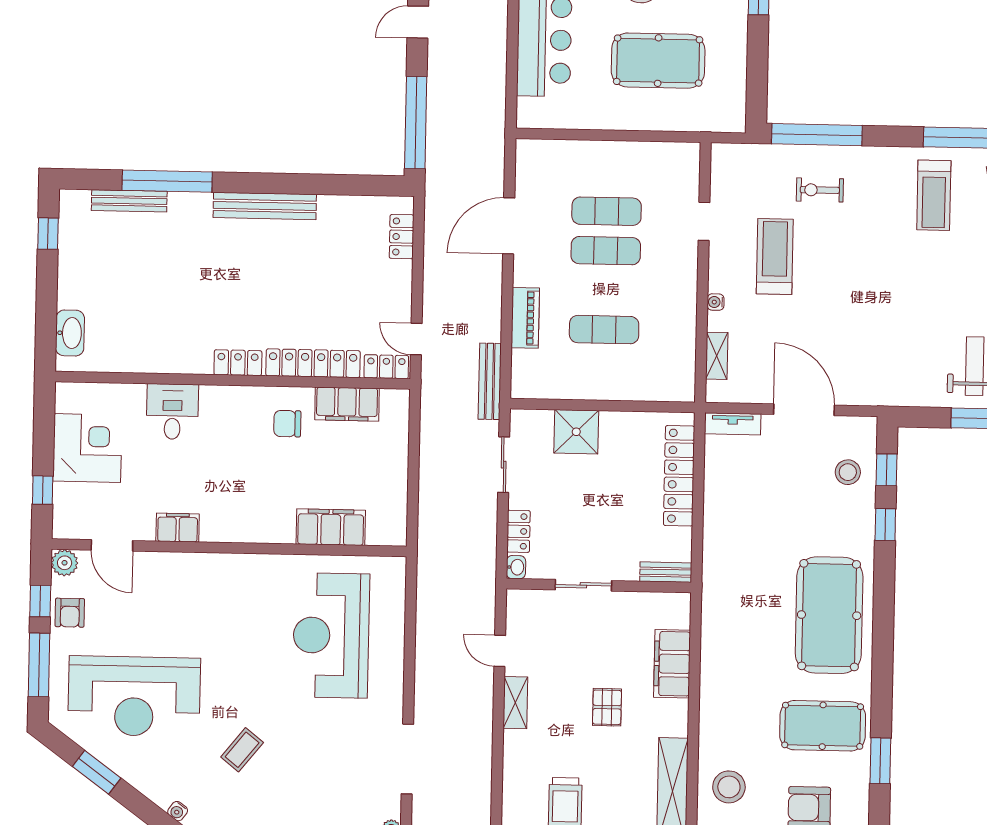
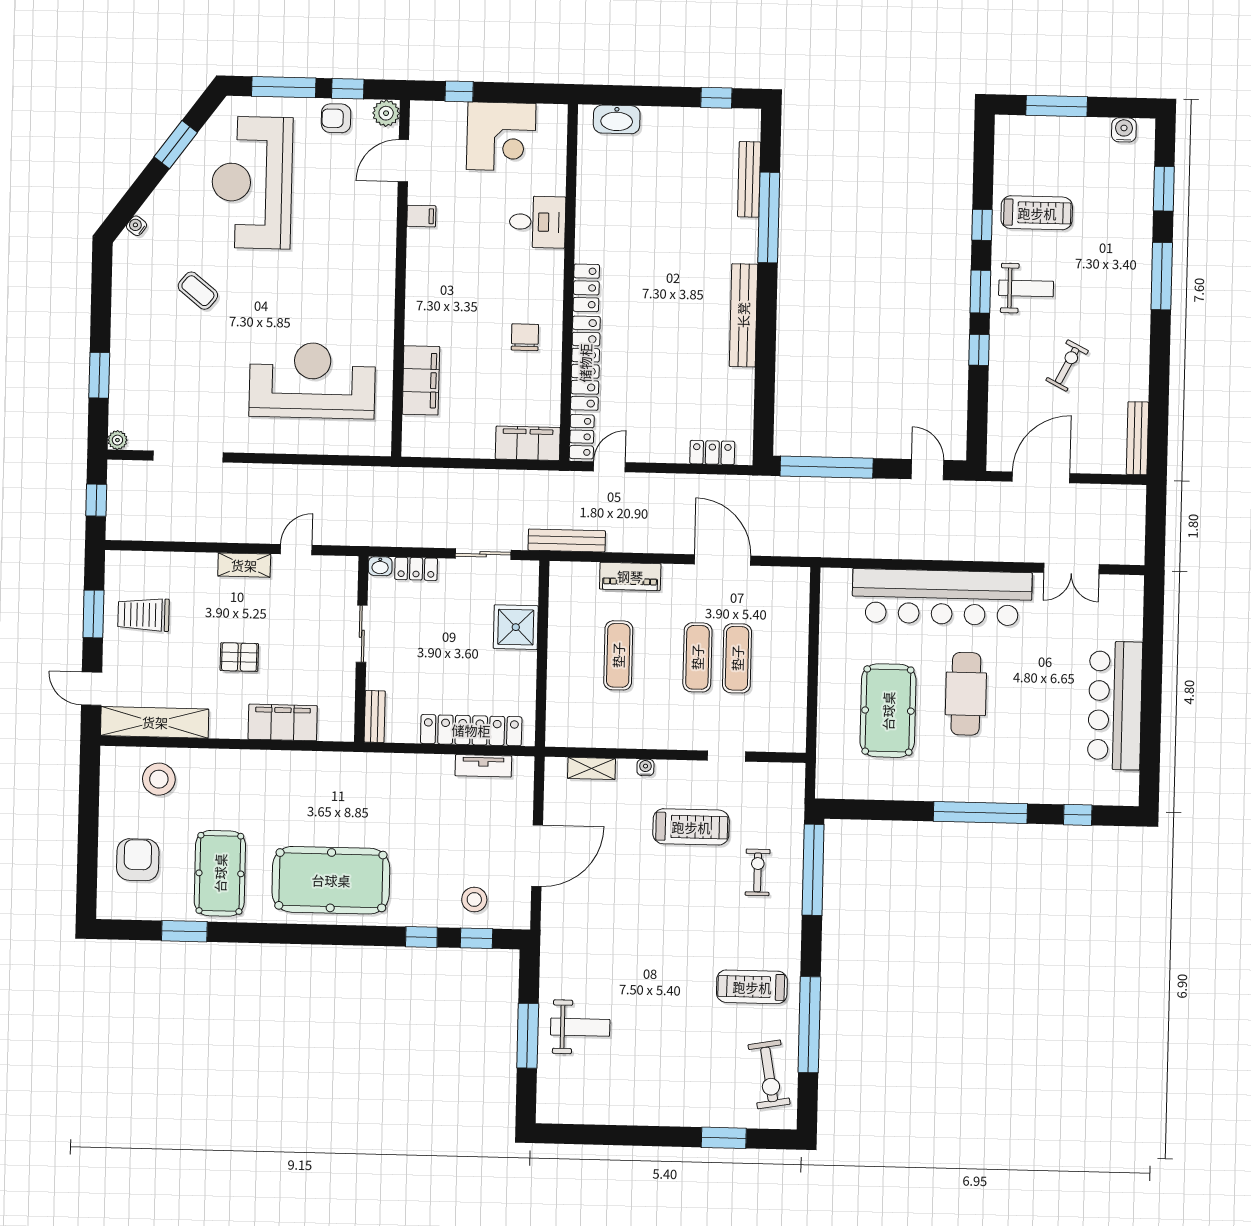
filing cabinet: (347, 404) -> (528, 443), moved, turned 90
tv unit: (733, 424) -> (483, 766), moved, turned -90
filing cabinet: (178, 528) -> (421, 216), width x0.50

